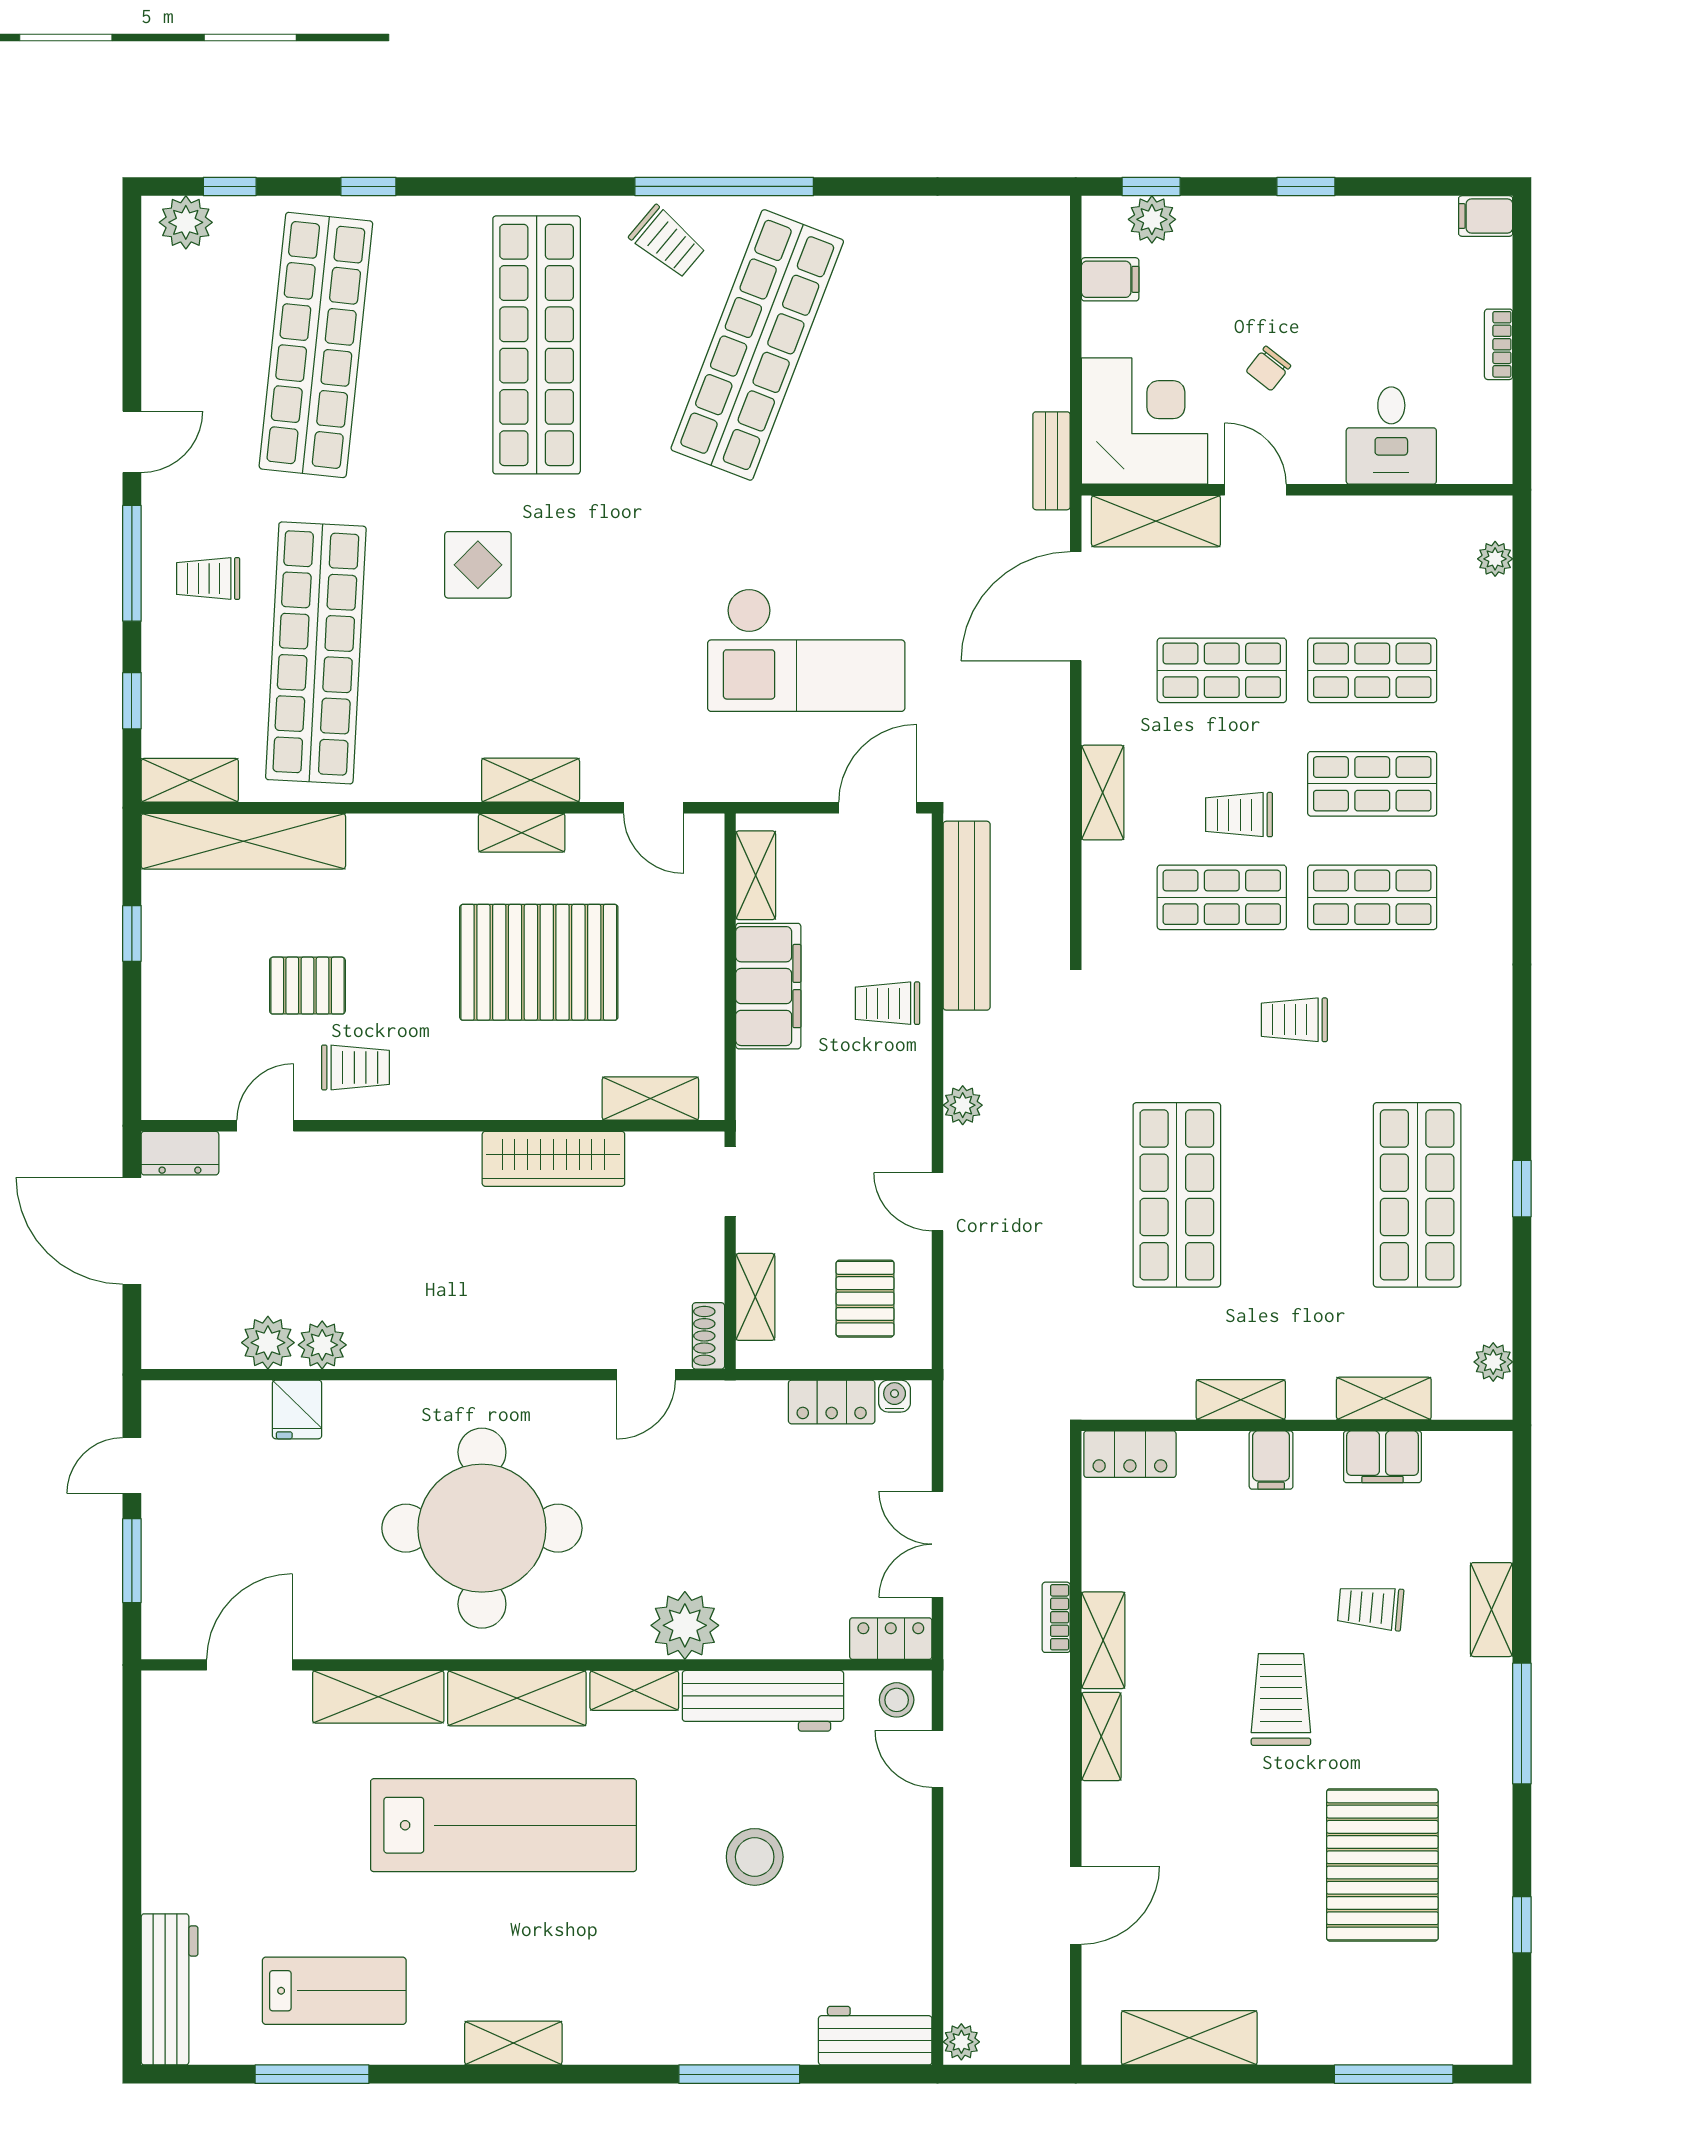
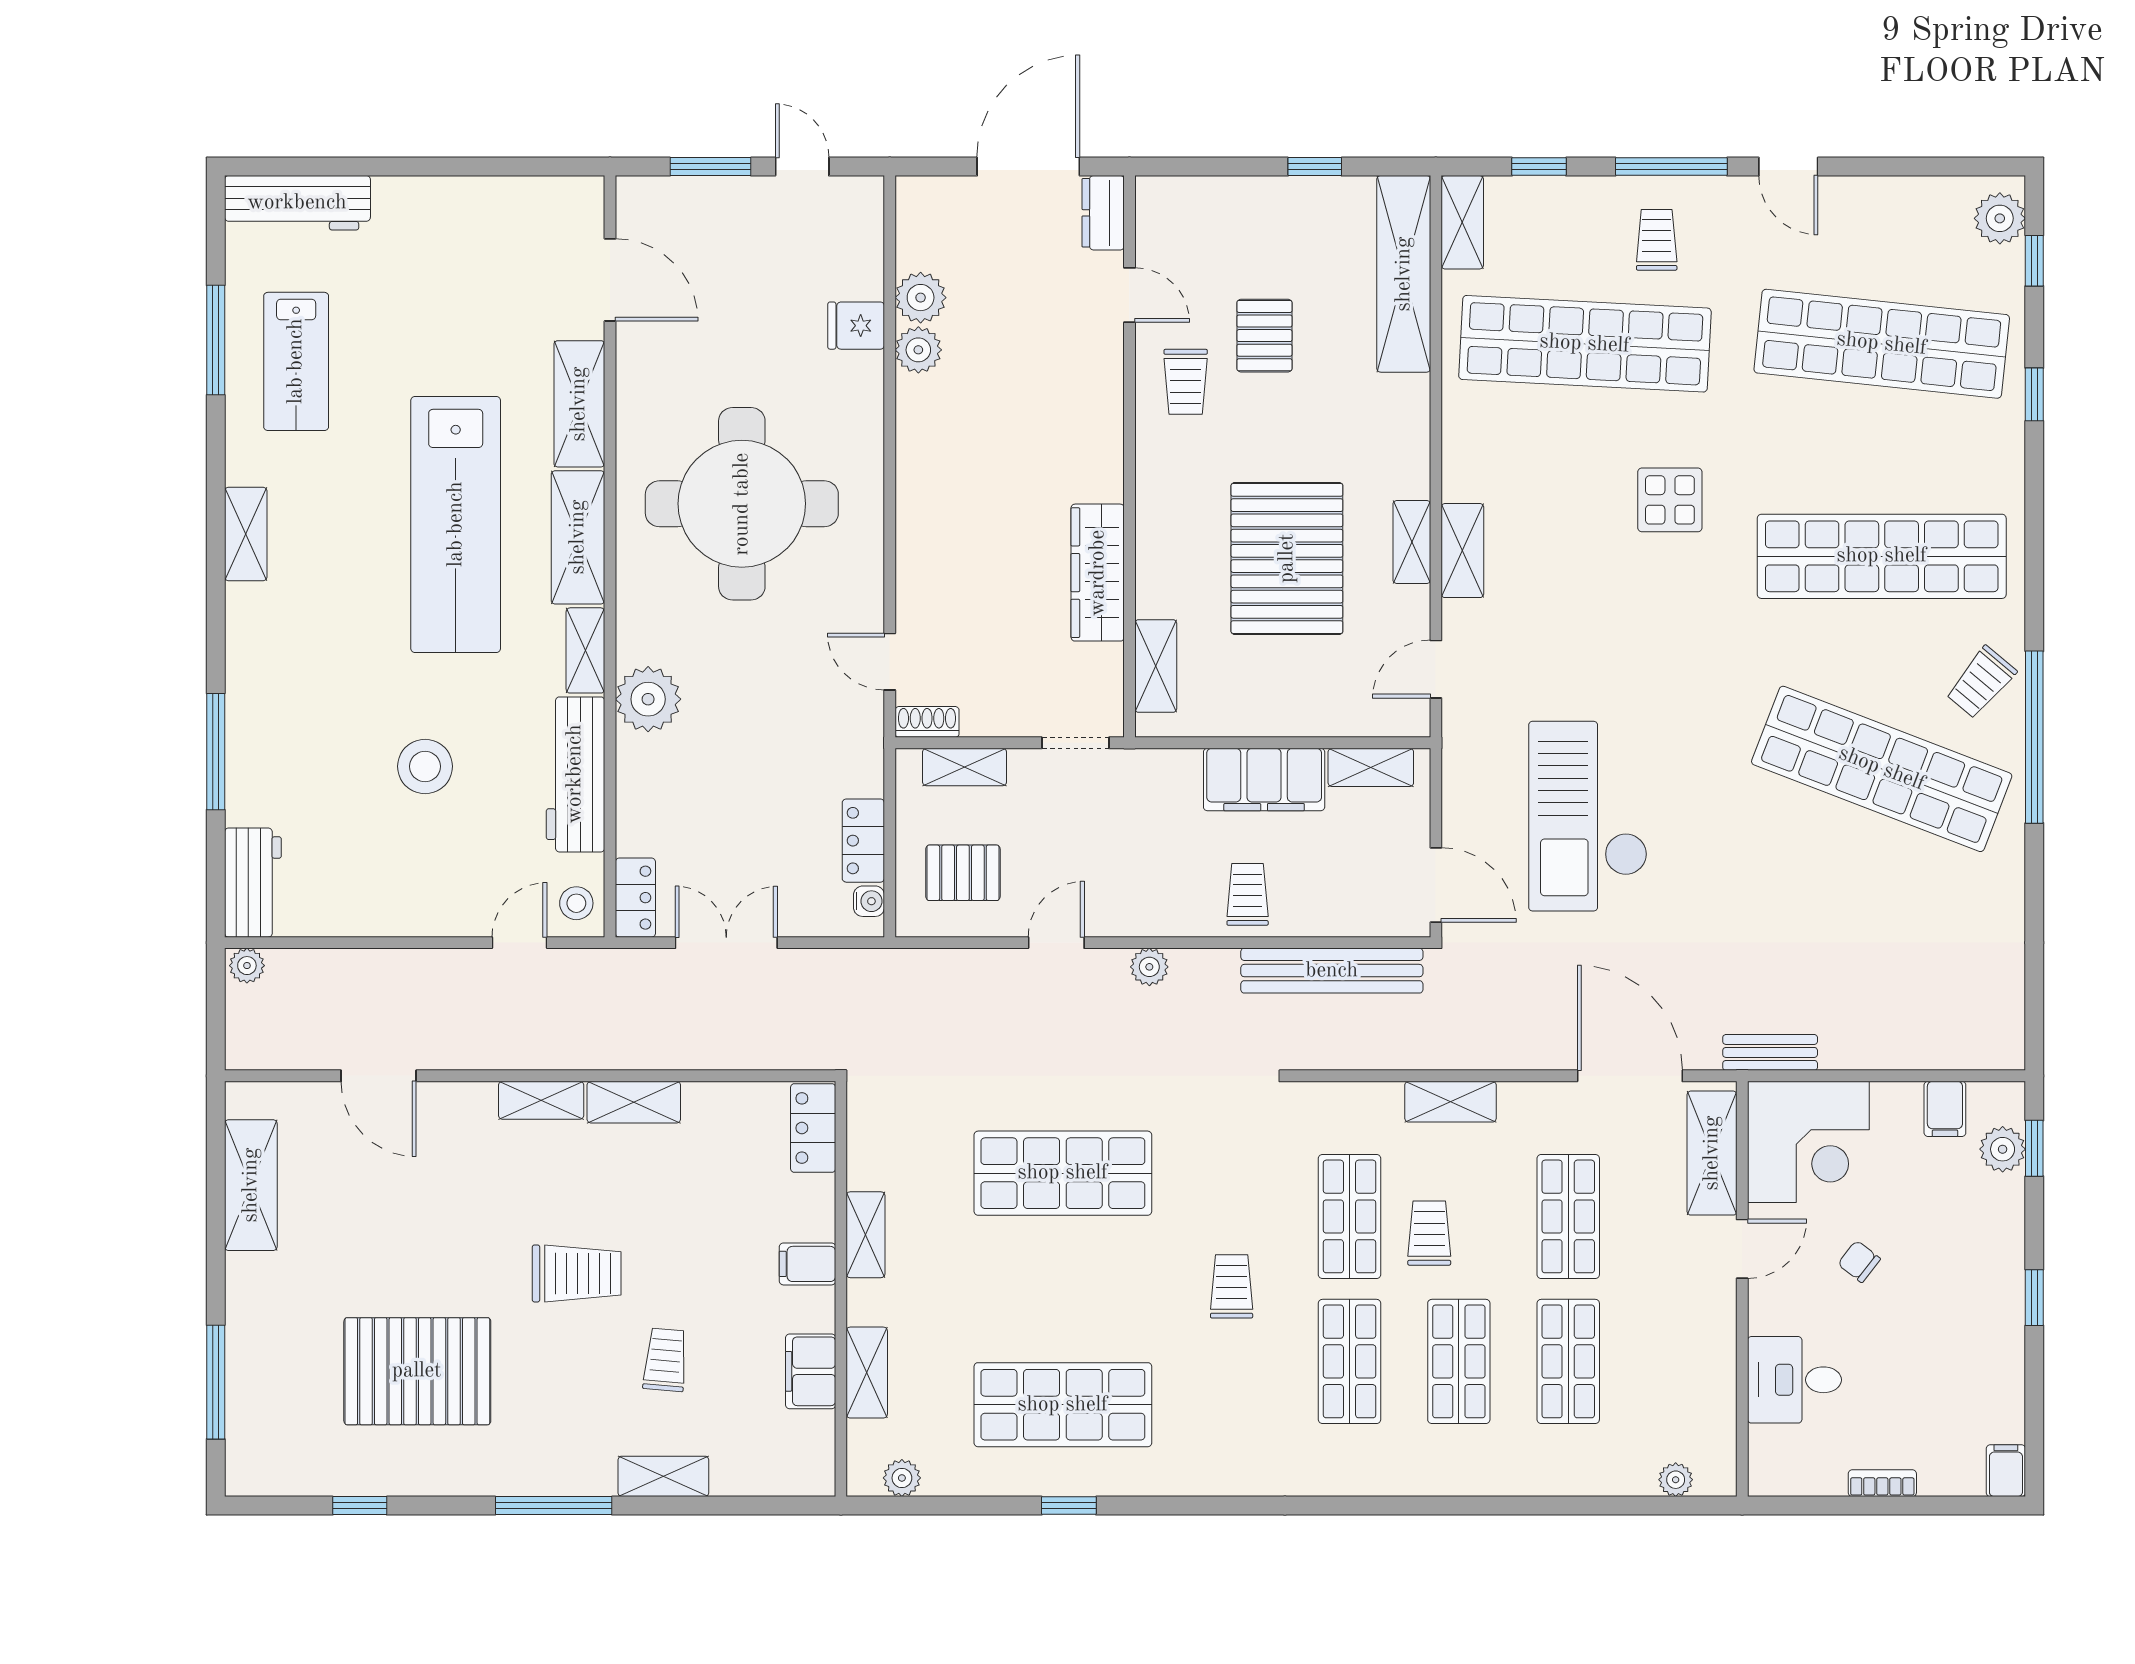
bookcase: (1056, 1617) -> (656, 1057), removed

